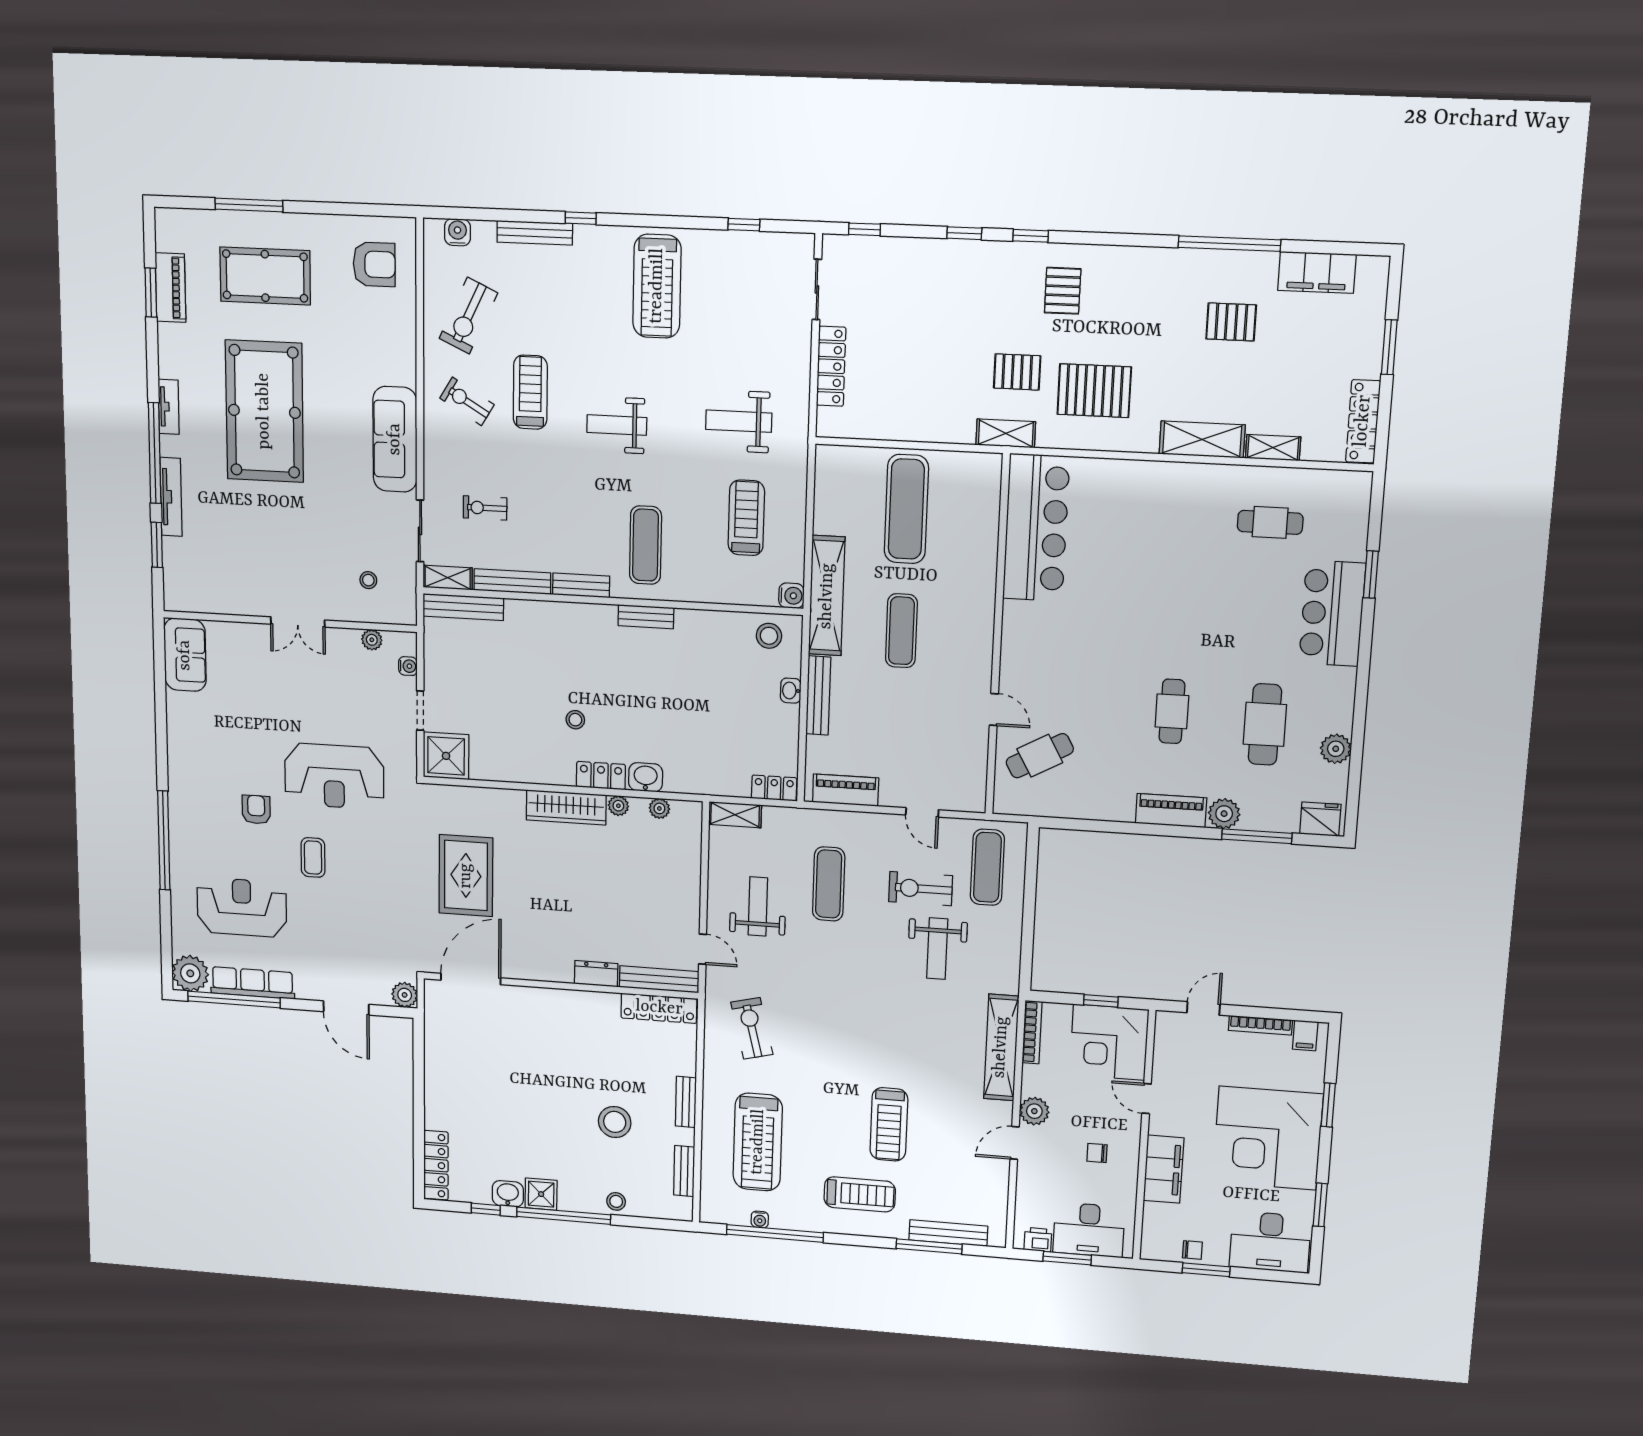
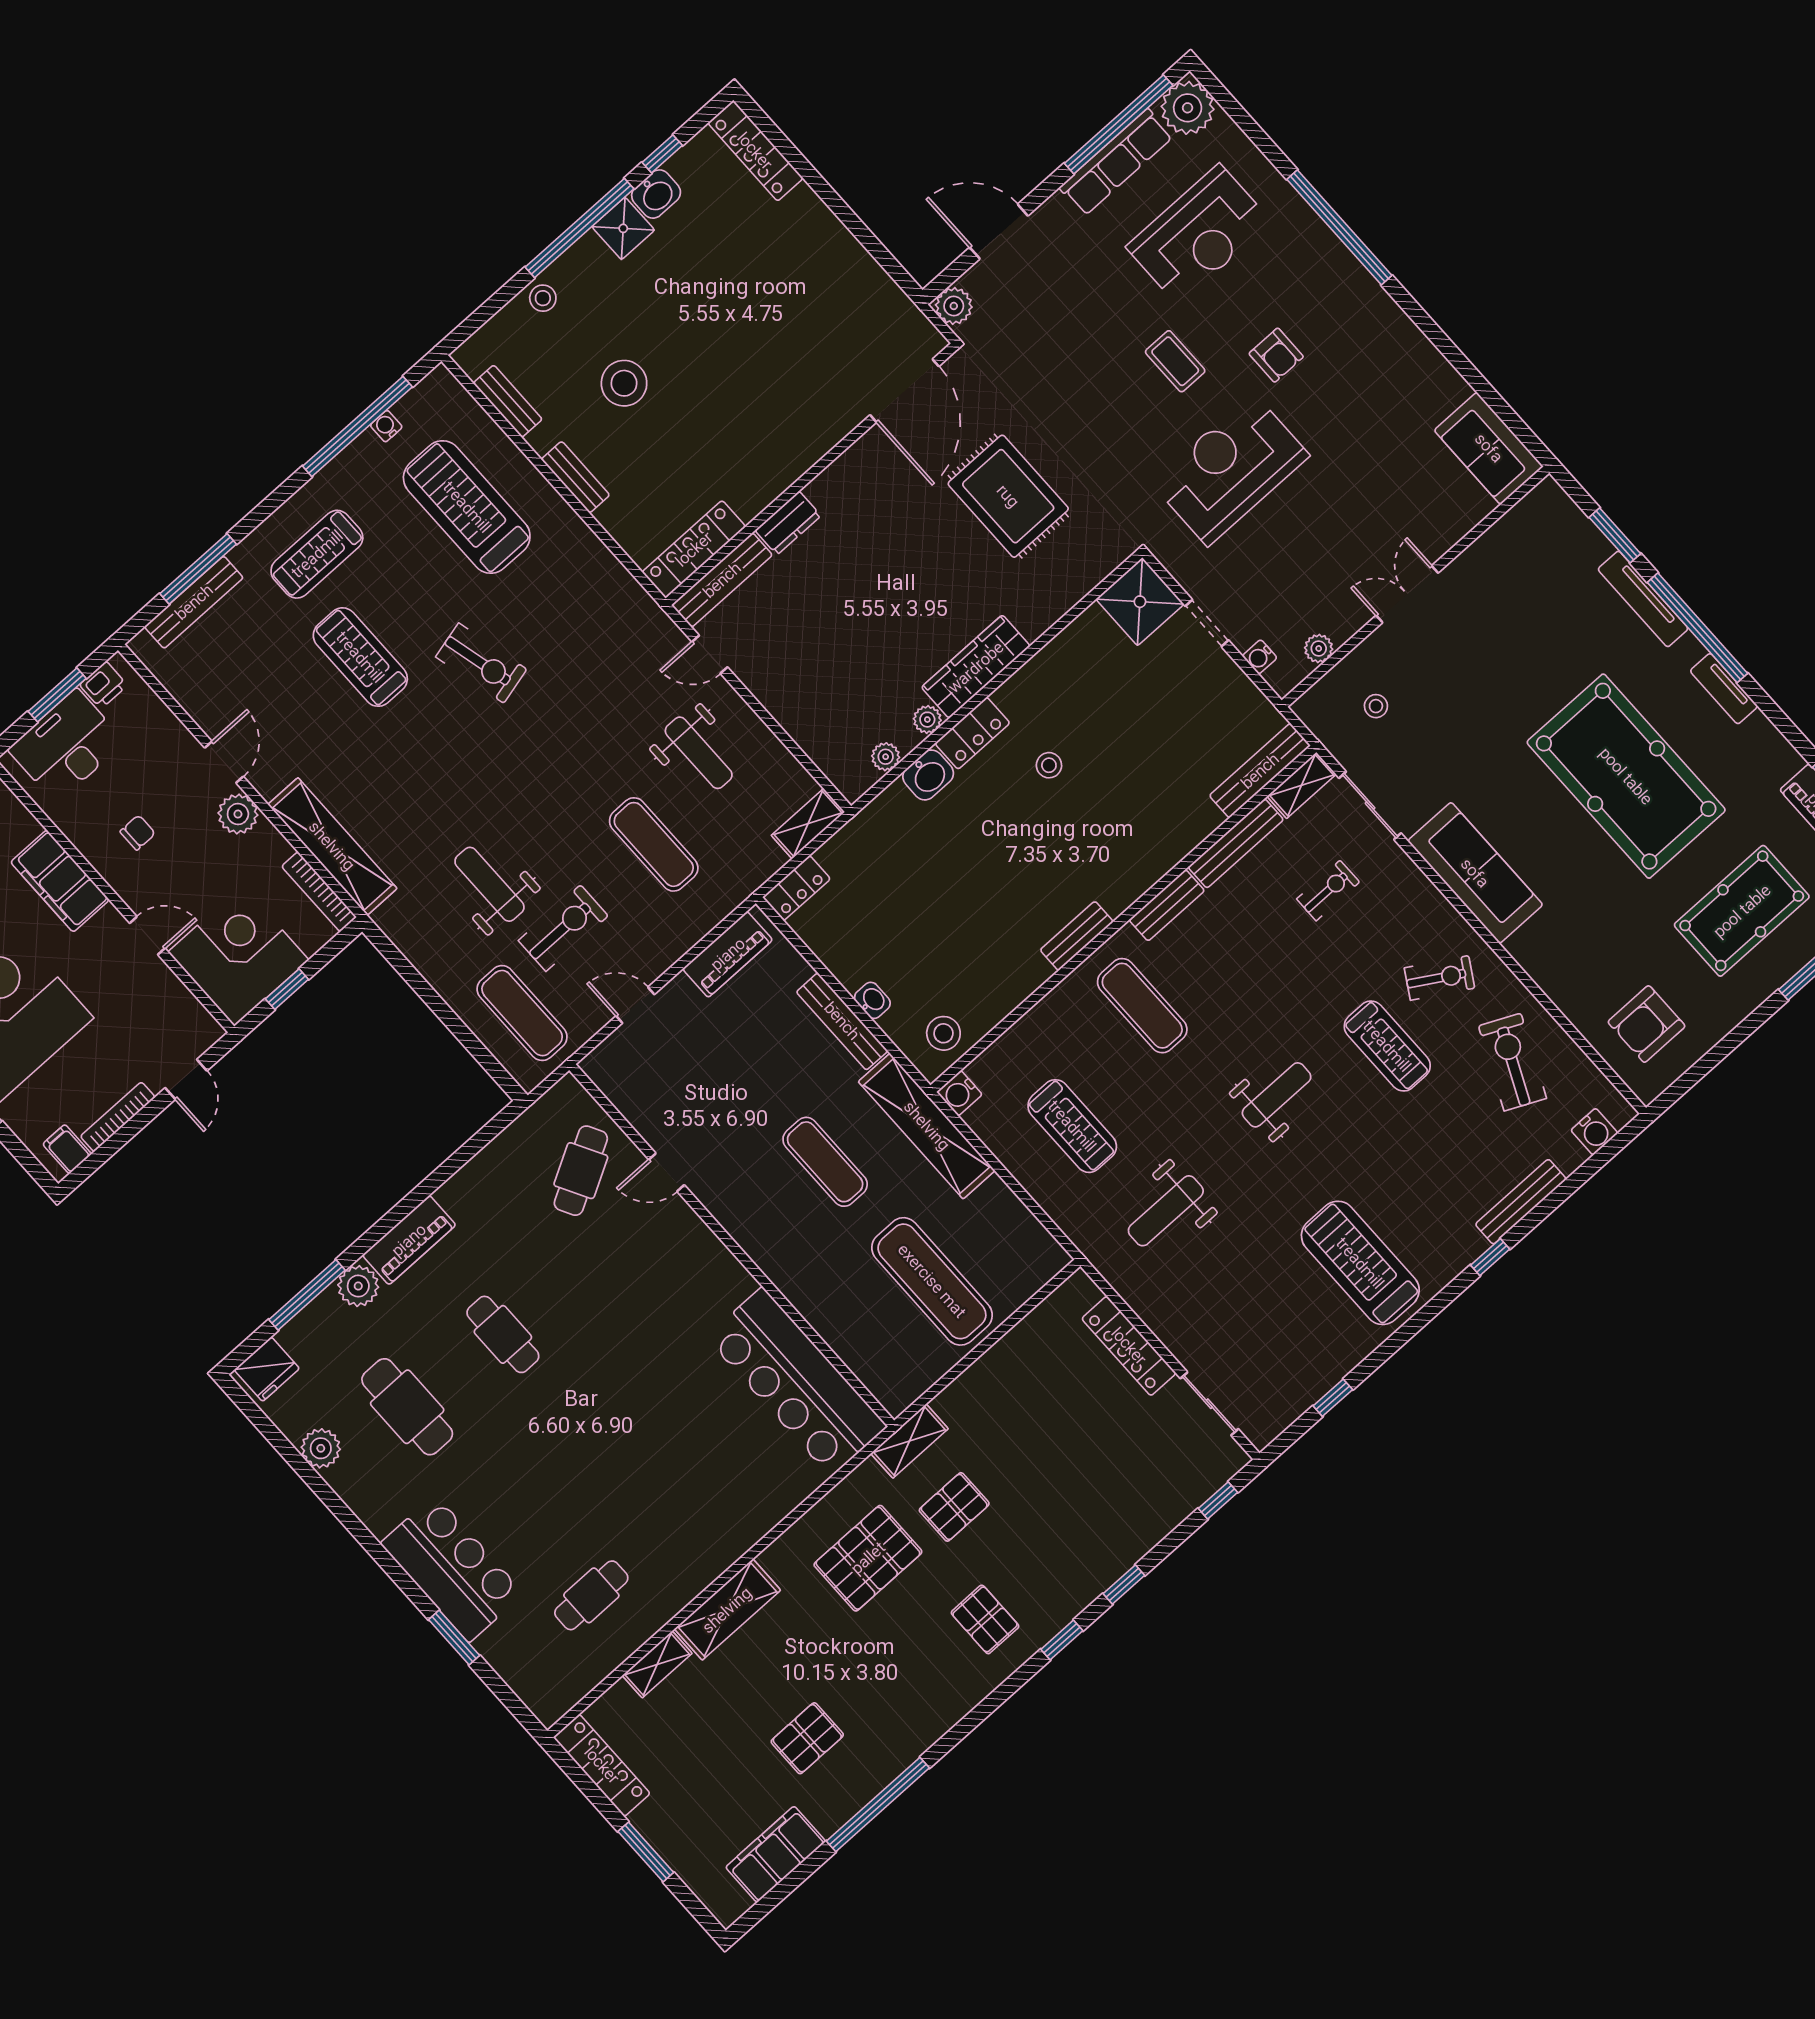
weight bench: (739, 421) -> (1166, 1211), turned 180
exercise bike: (752, 1028) -> (481, 663), moved

